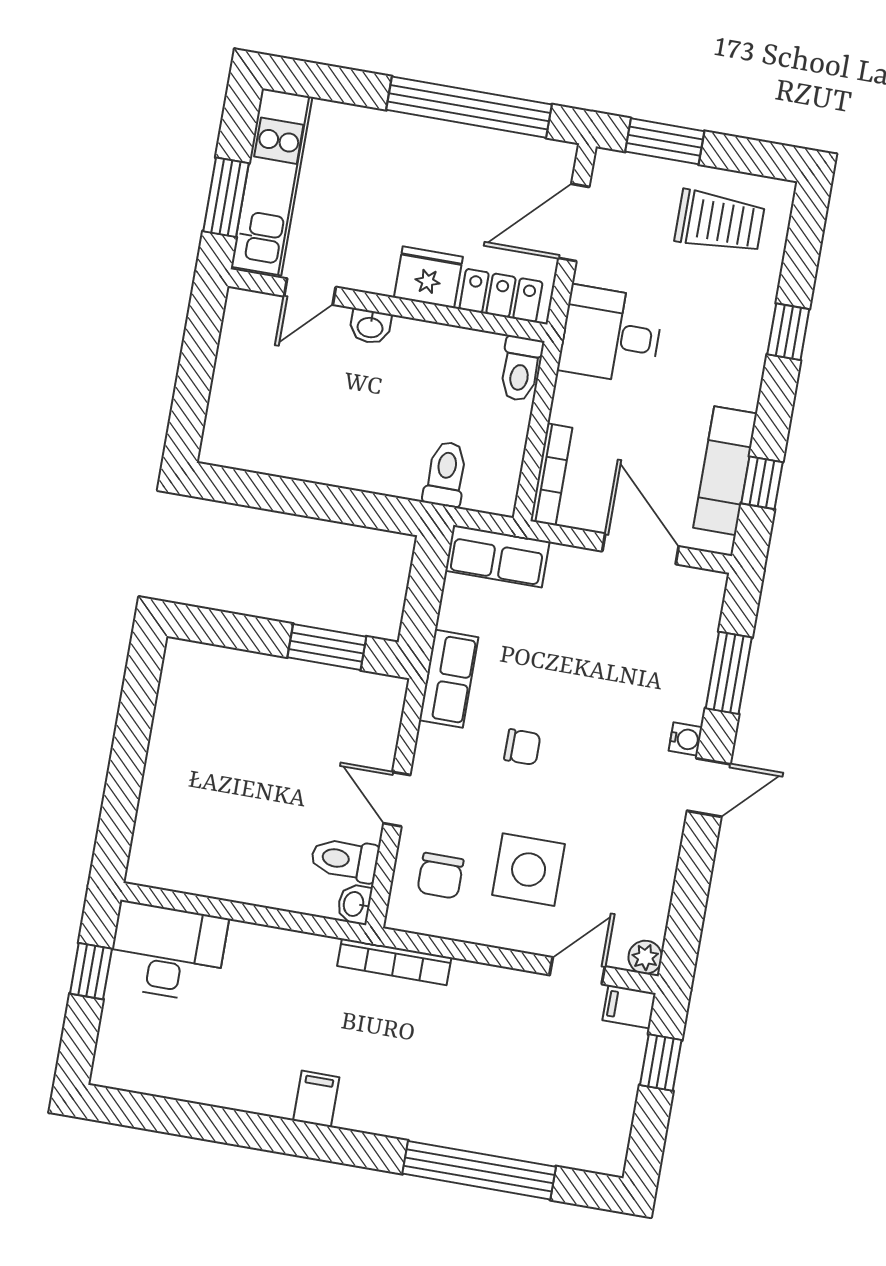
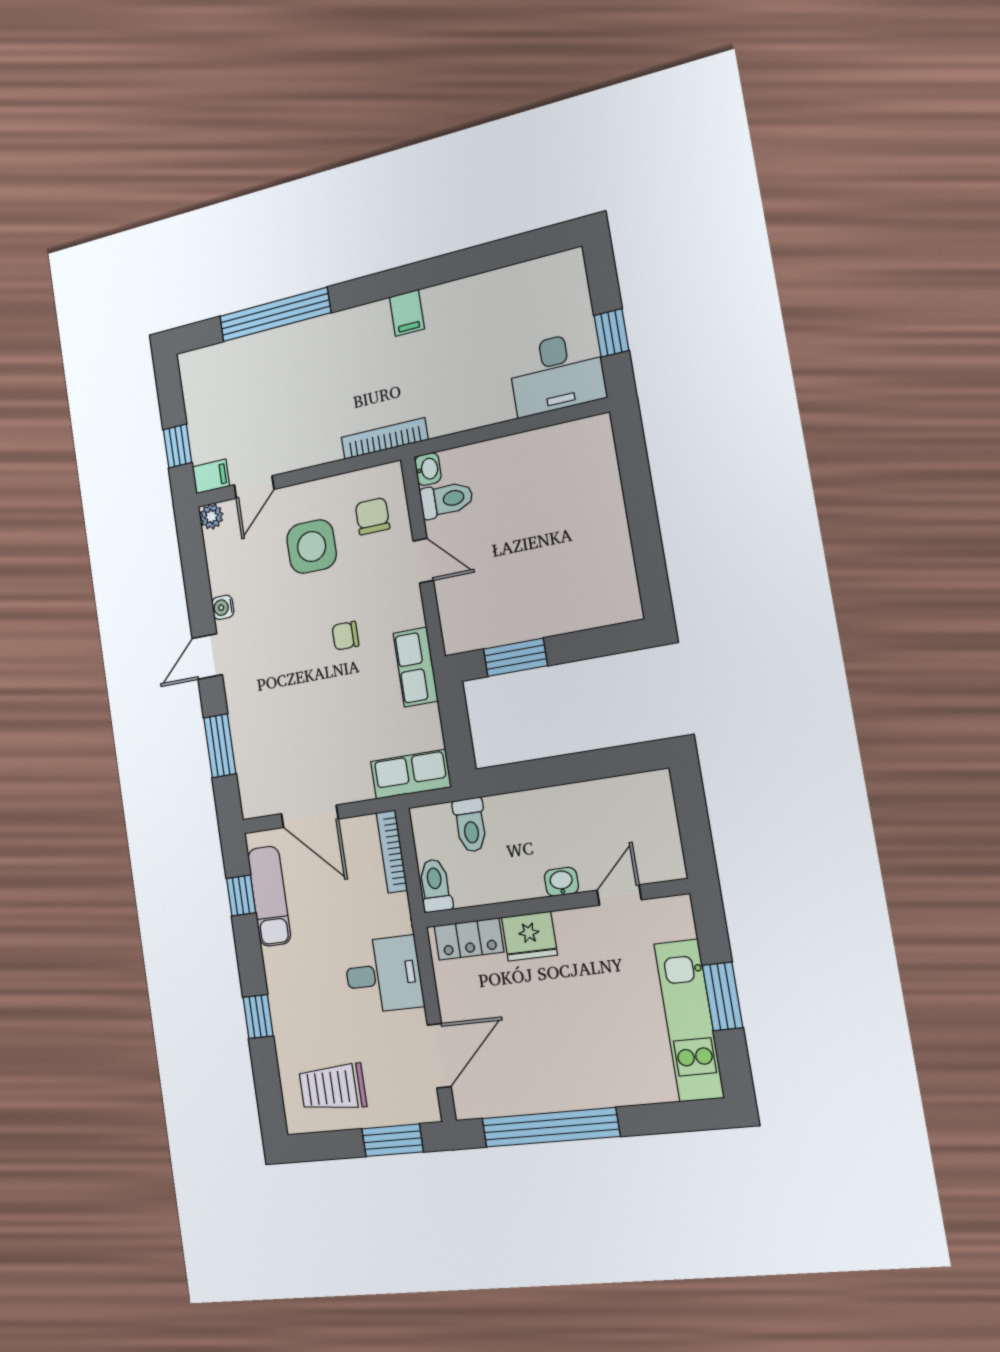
fridge: (428, 277) -> (529, 936), moved
door: (310, 292) -> (619, 895), moved
locker: (501, 295) -> (469, 939), moved
wall: (388, 305) -> (554, 904), moved
washbasin: (370, 327) -> (561, 882), moved
toilet: (520, 369) -> (435, 886), moved
water cooler: (685, 739) -> (223, 607), moved

